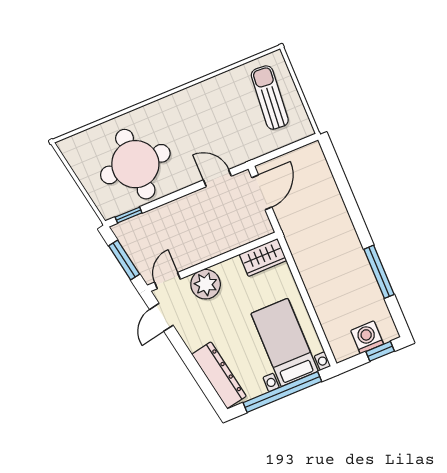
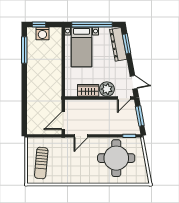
door: (217, 178) -> (81, 136), hinge flipped
wardrobe: (263, 257) -> (88, 90), moved
window: (379, 272) -> (24, 50), moved
door: (161, 317) -> (134, 82), hinge flipped
window: (204, 383) -> (127, 44), added

